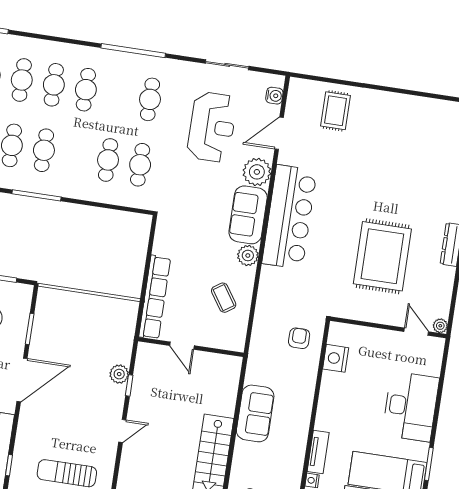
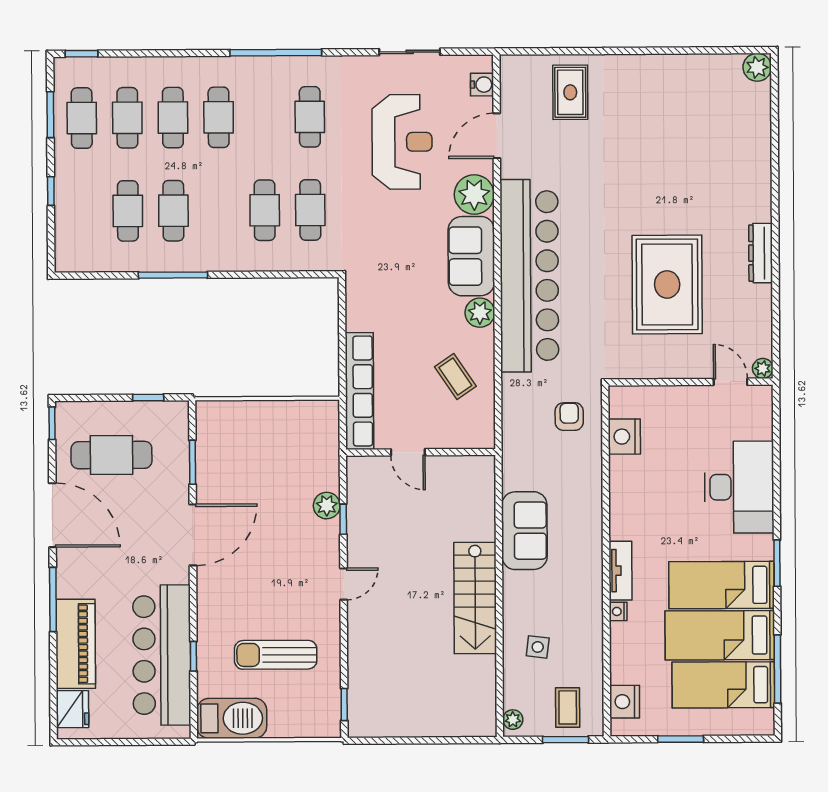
bar counter: (289, 217) -> (529, 276), width x1.36

